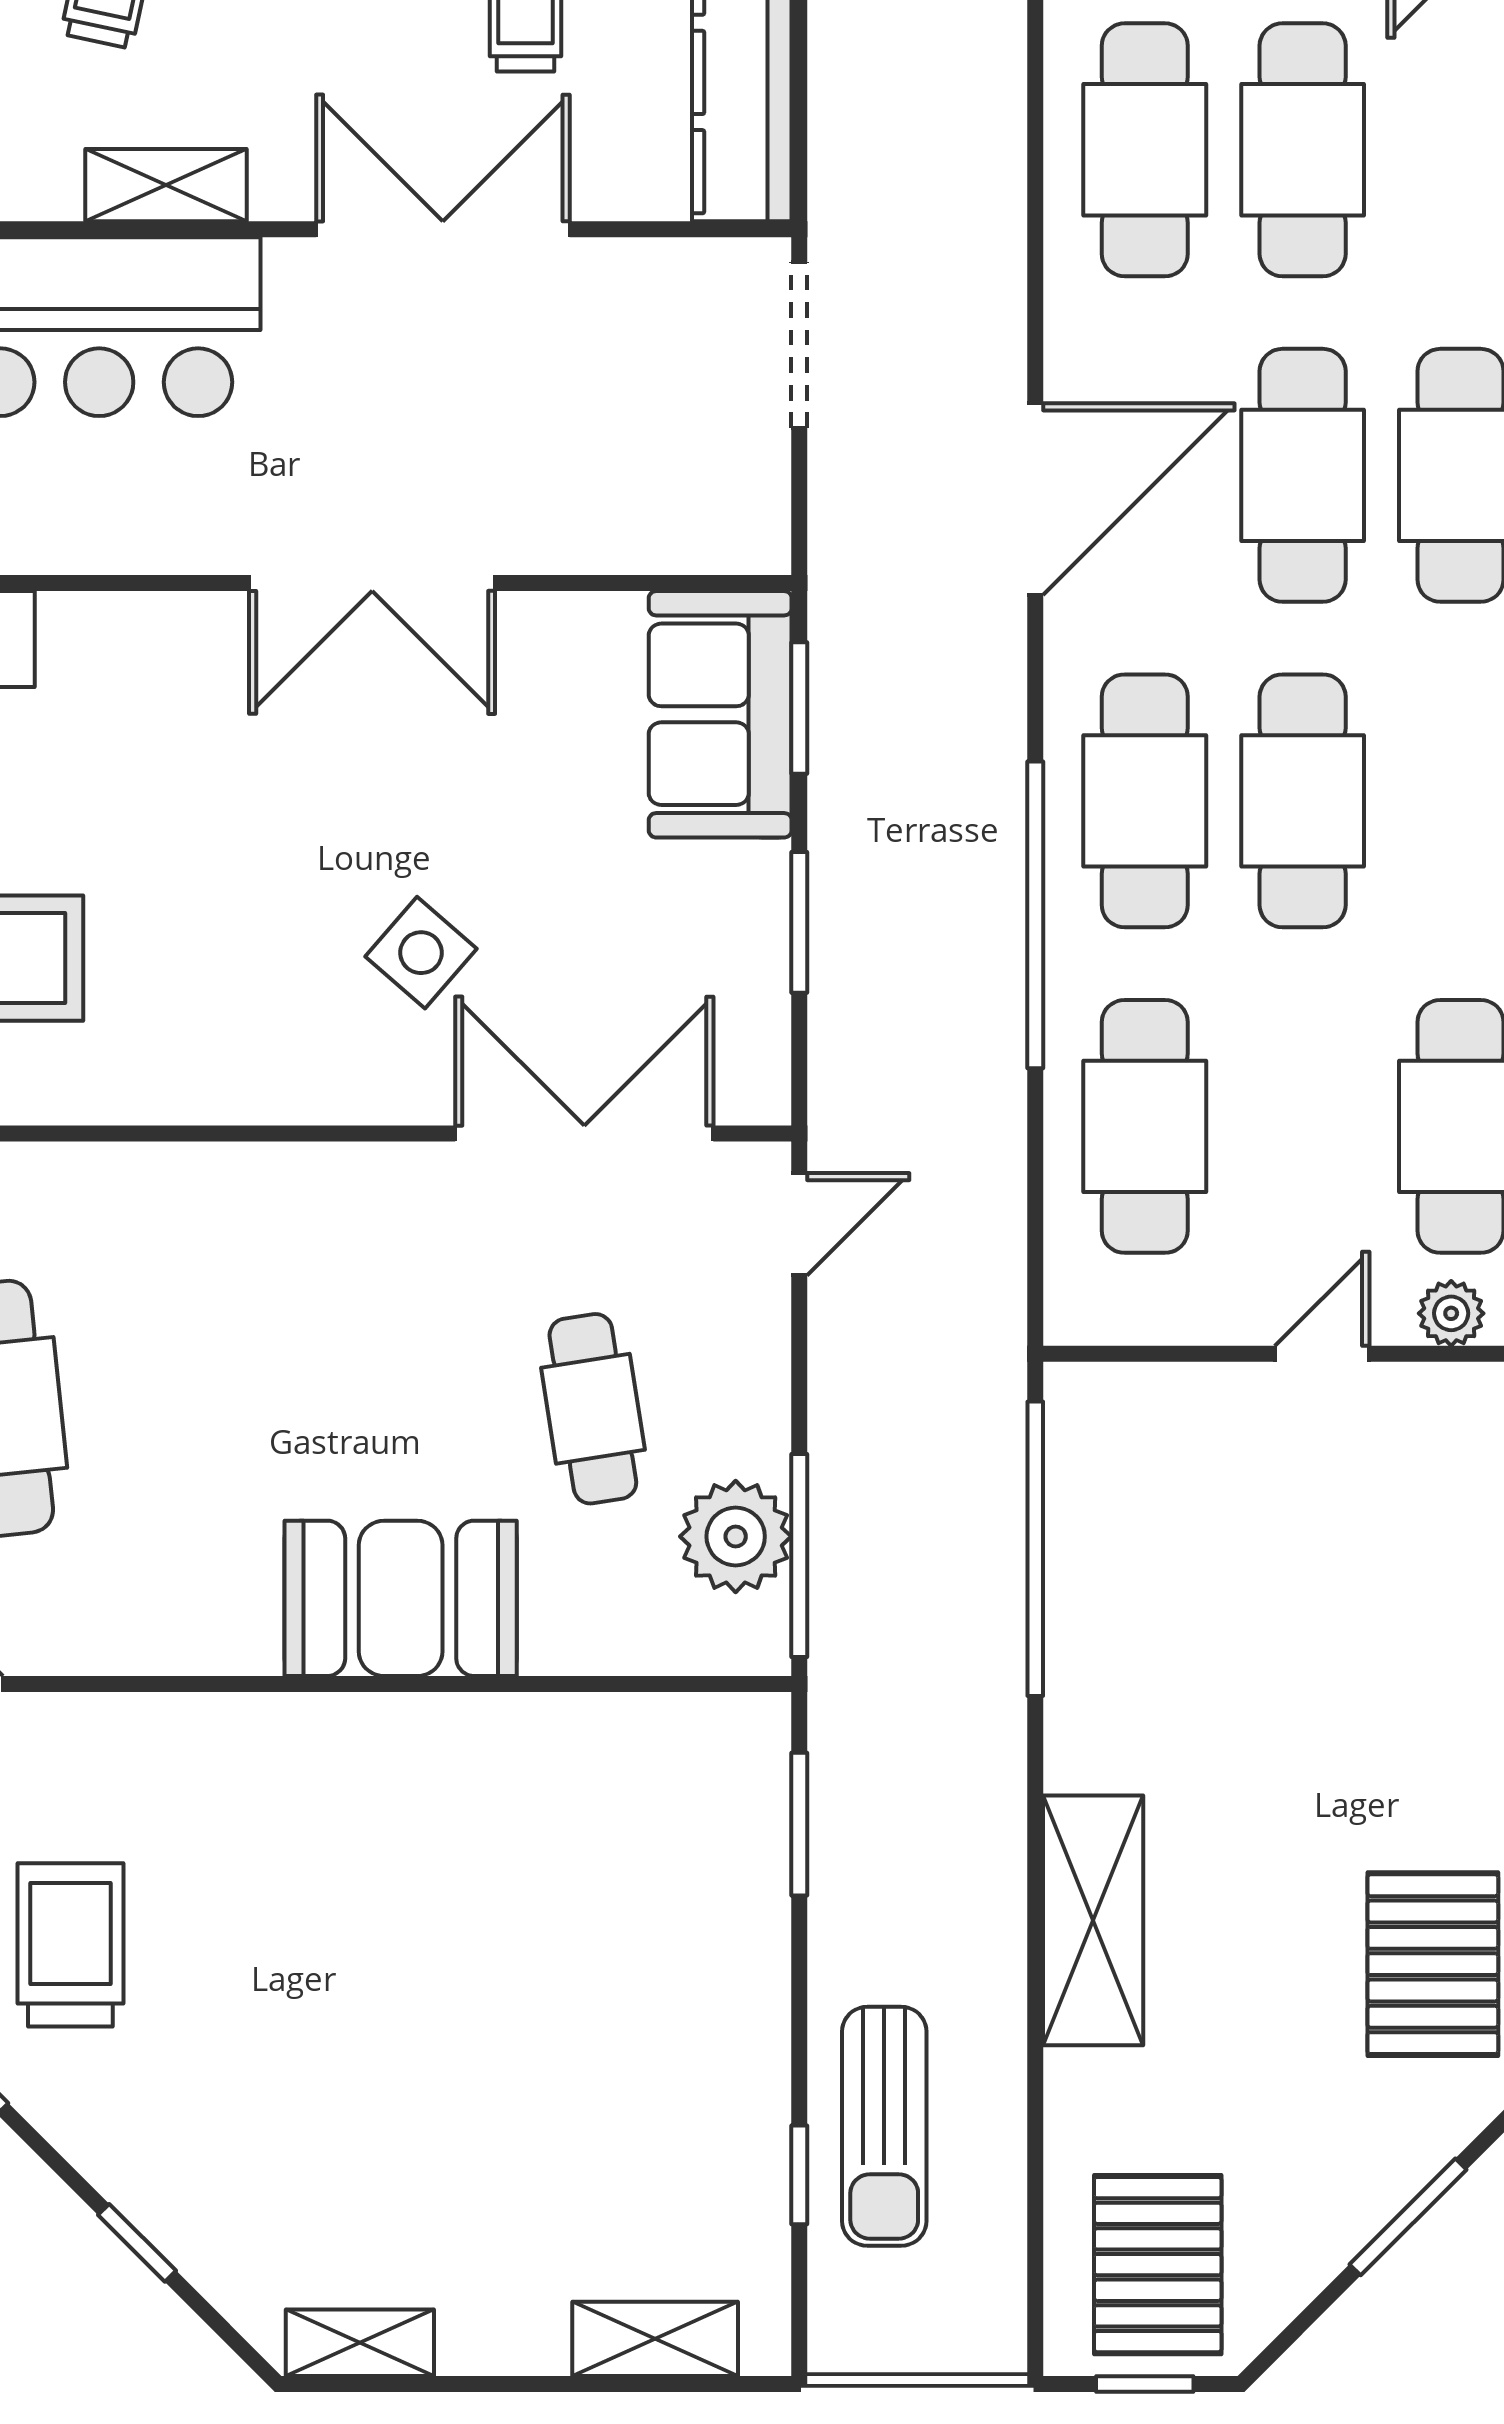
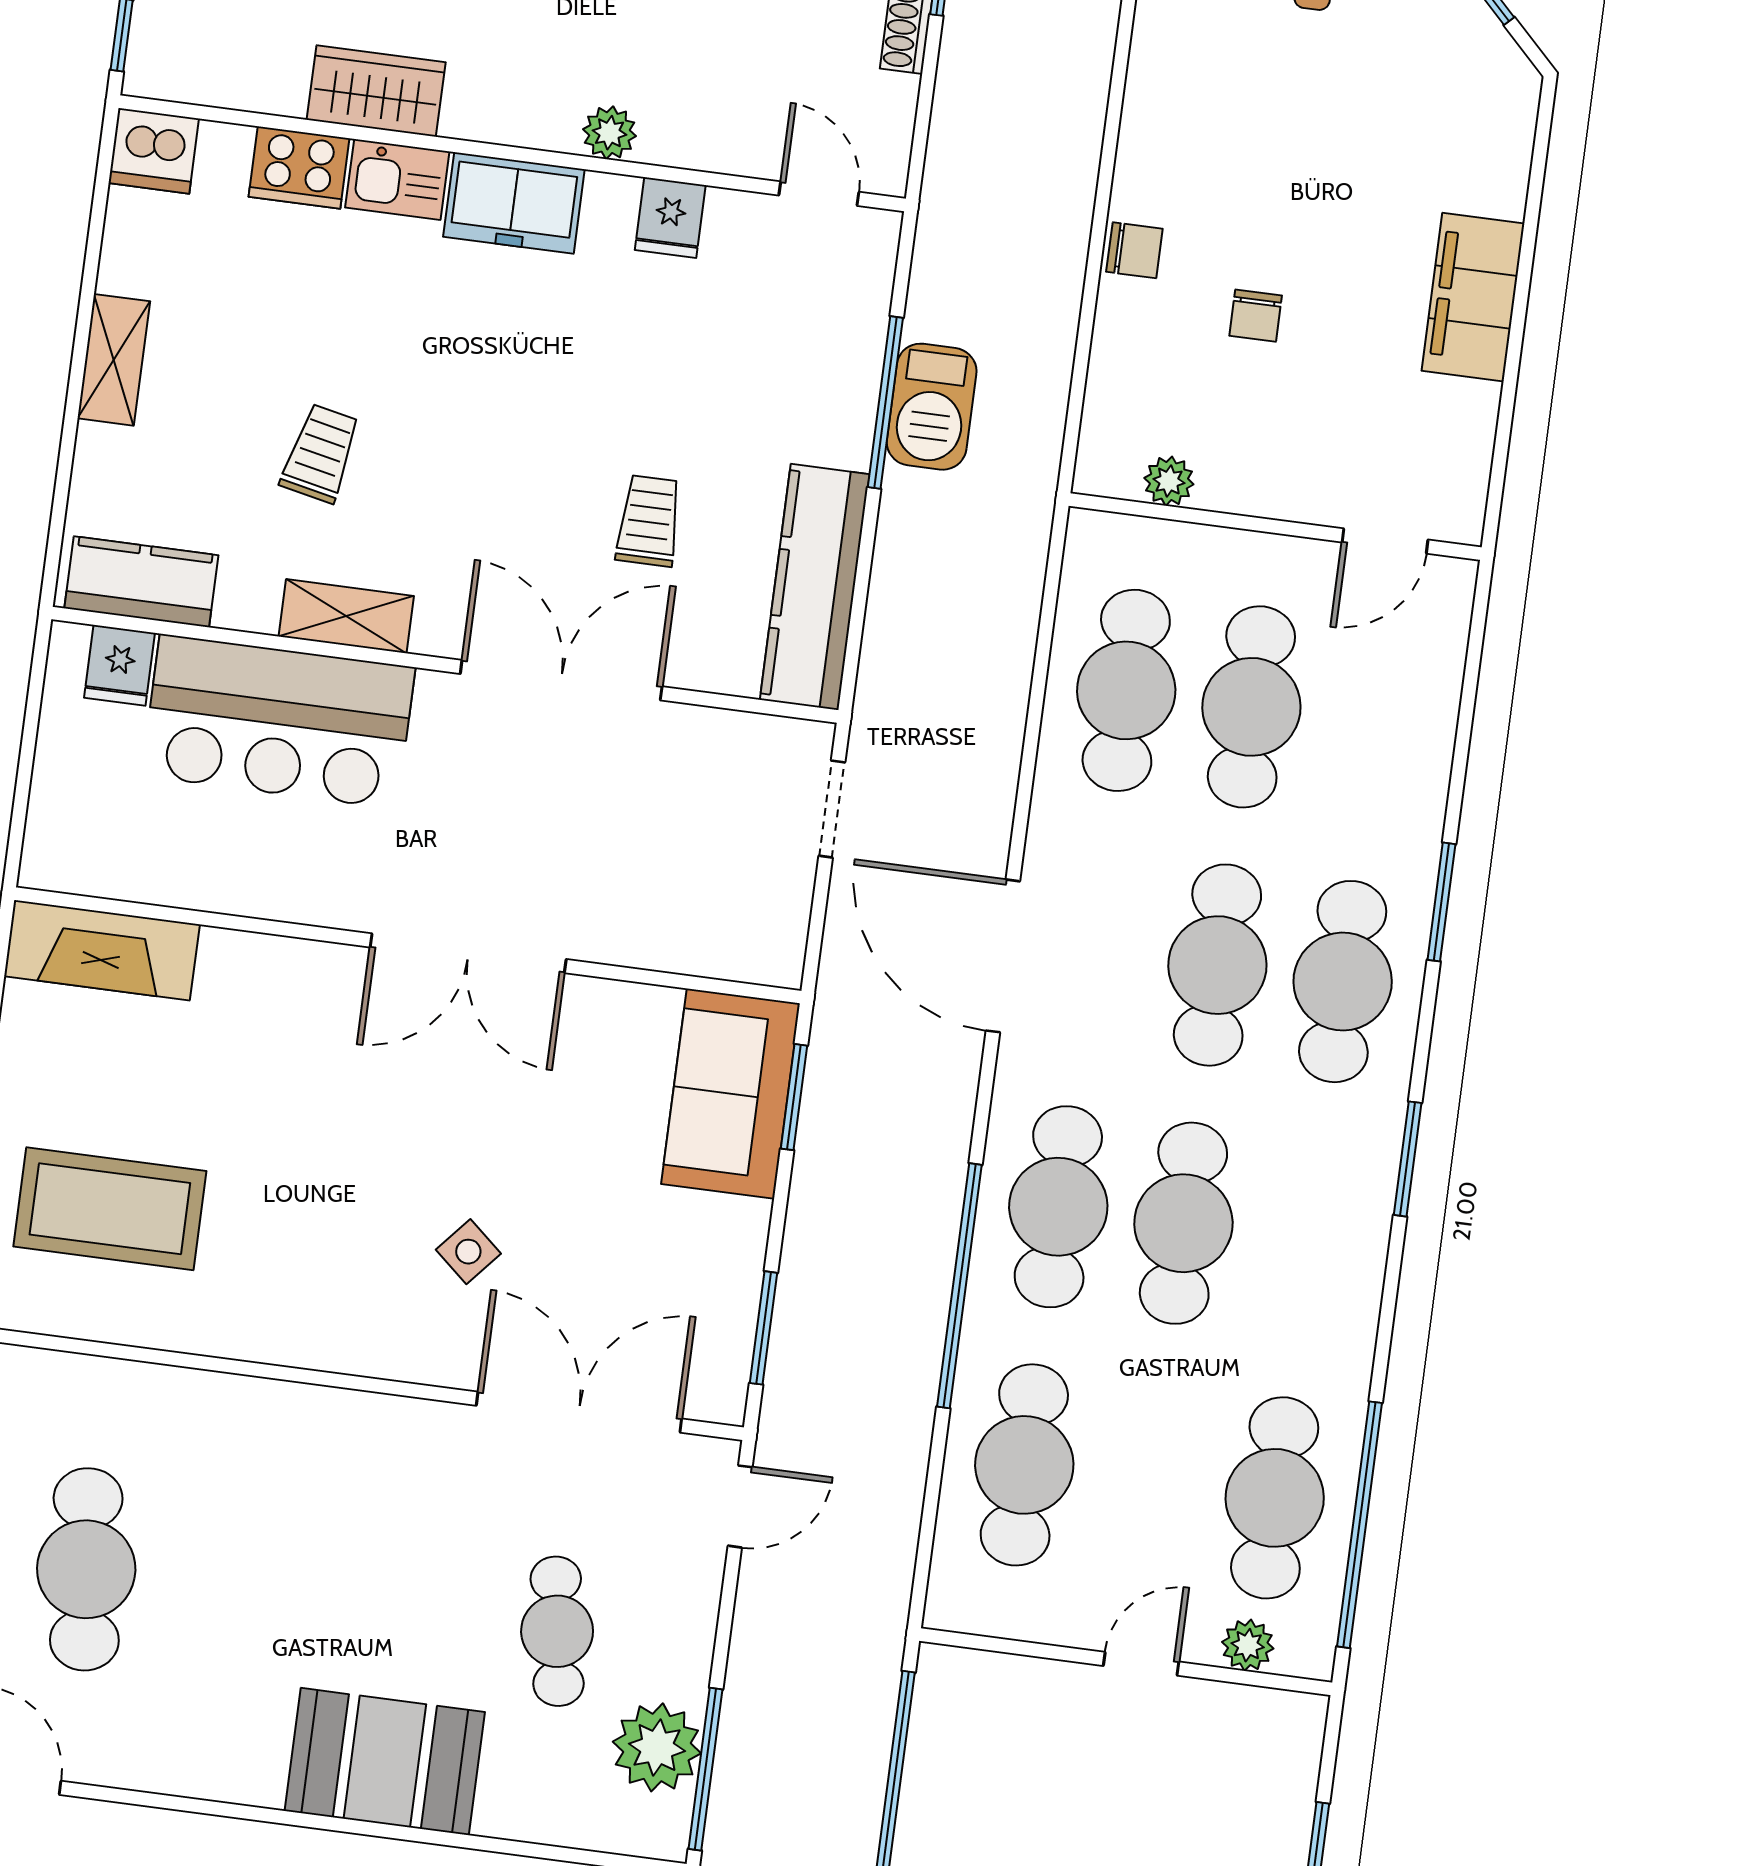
doorway: (799, 345) -> (832, 809), width x0.73
door: (1035, 499) -> (1003, 956), swing flipped
window: (799, 922) -> (764, 1328), moved
side table: (421, 953) -> (468, 1252), width x0.73, depth x0.73

